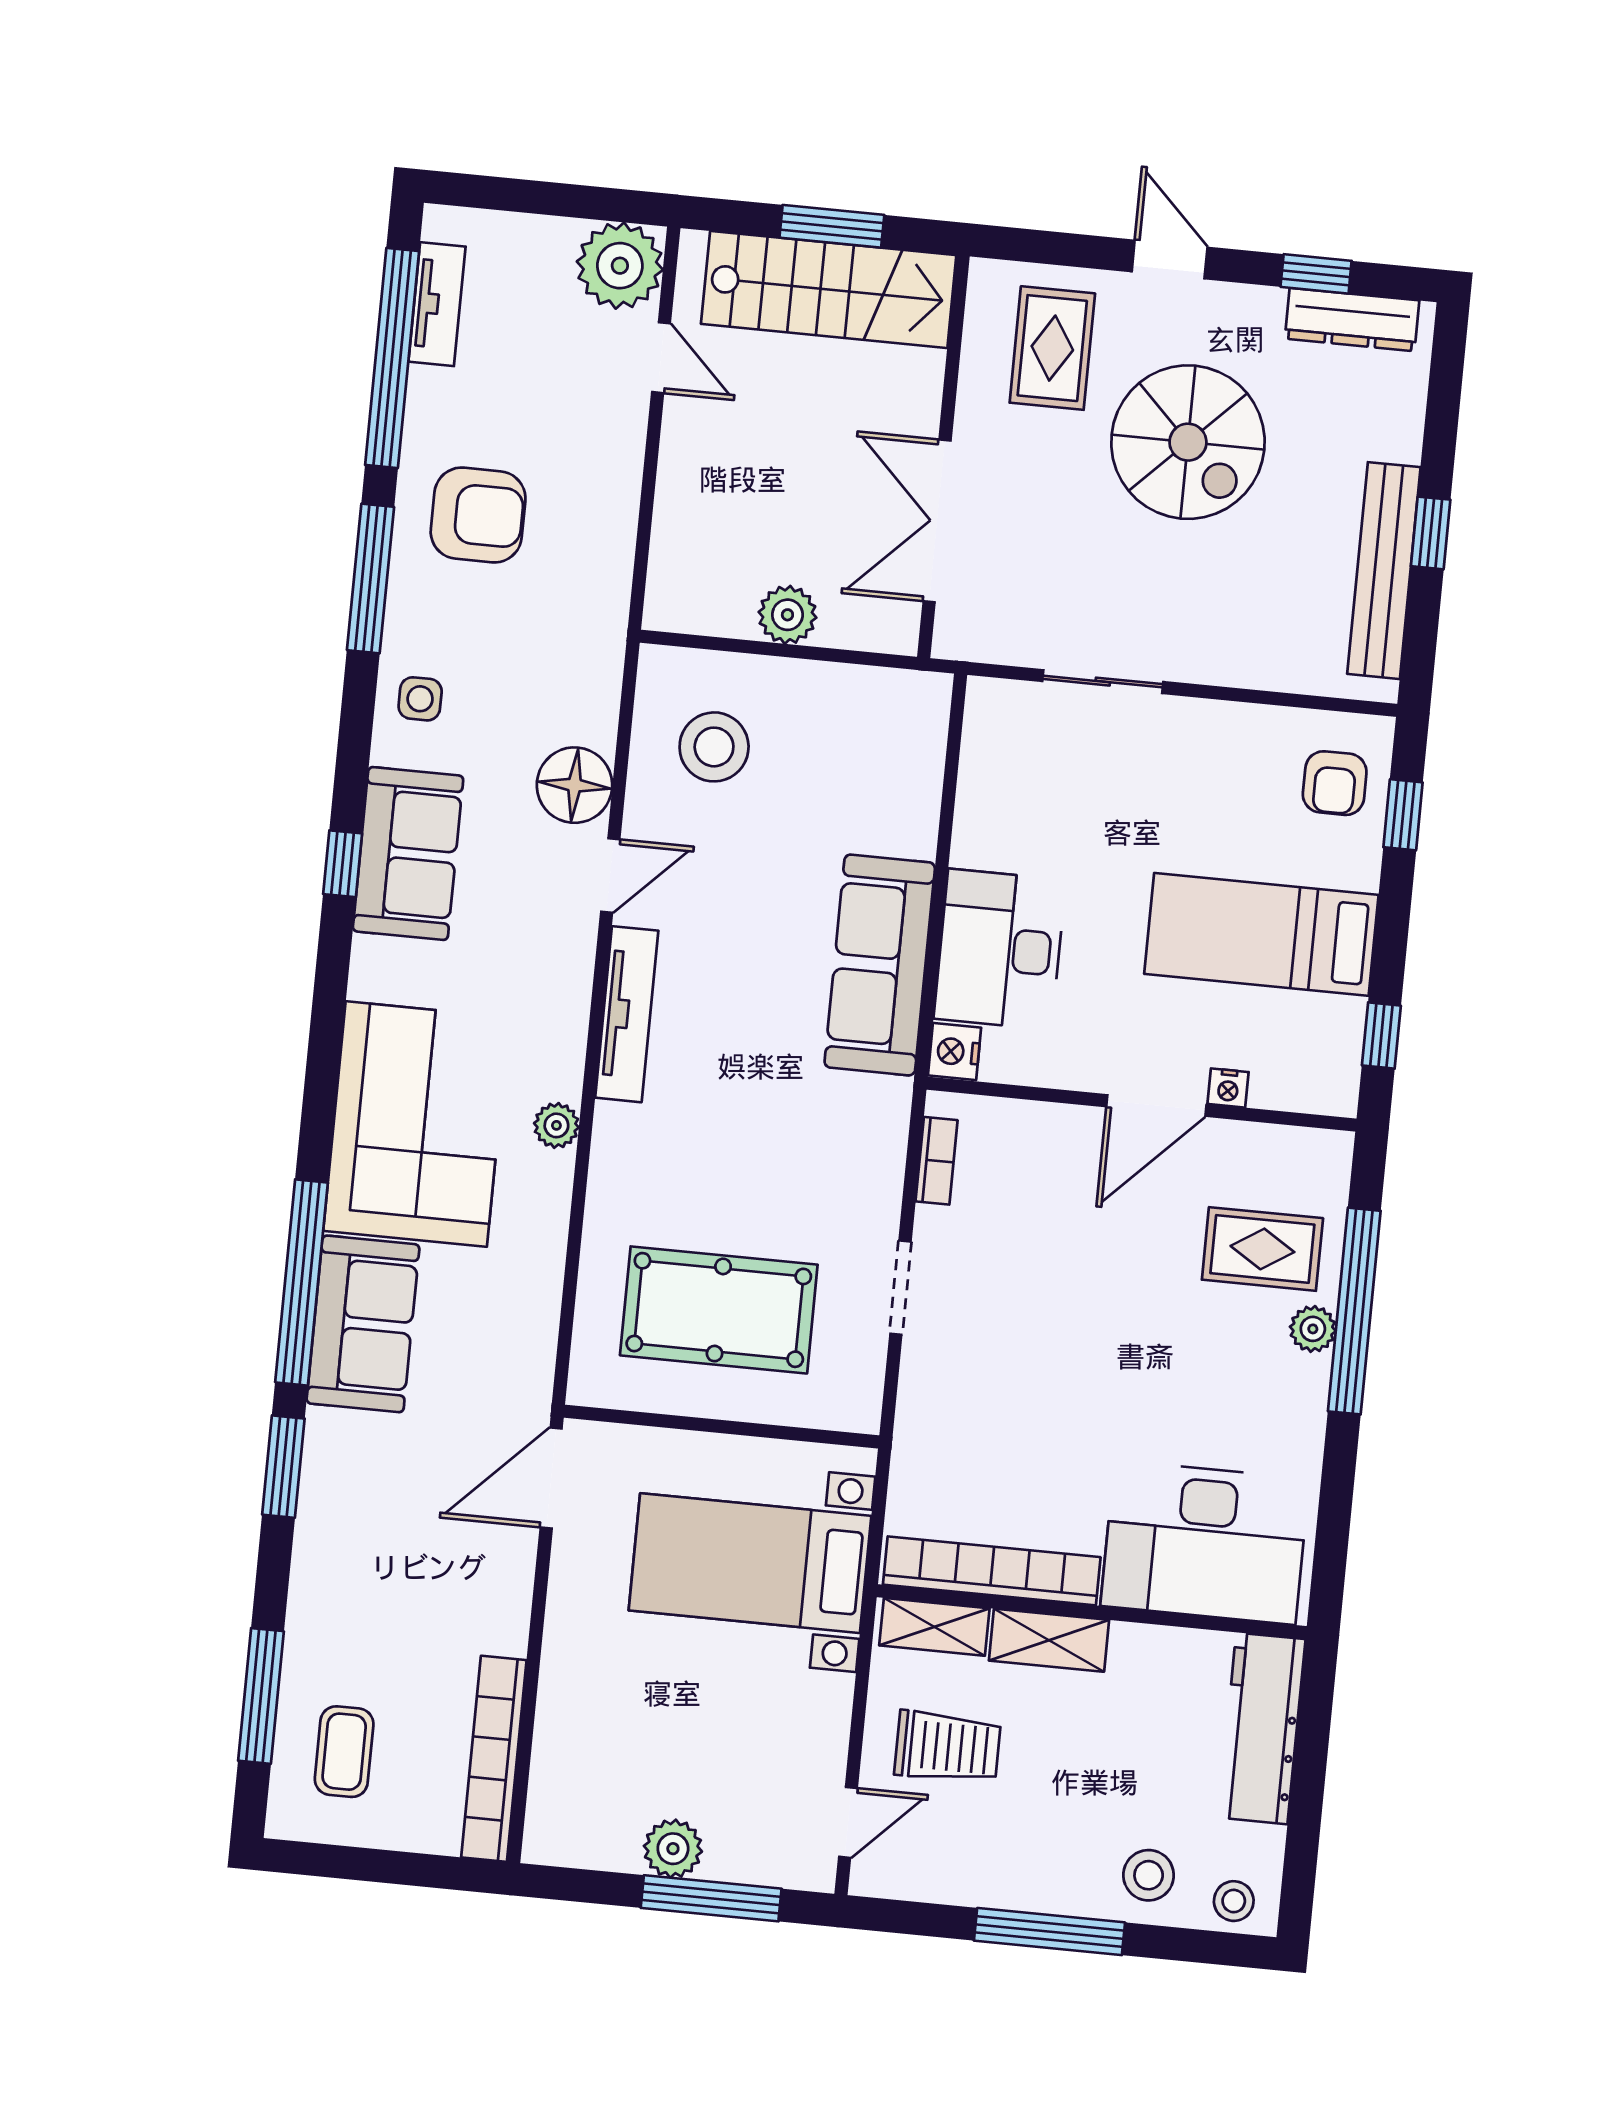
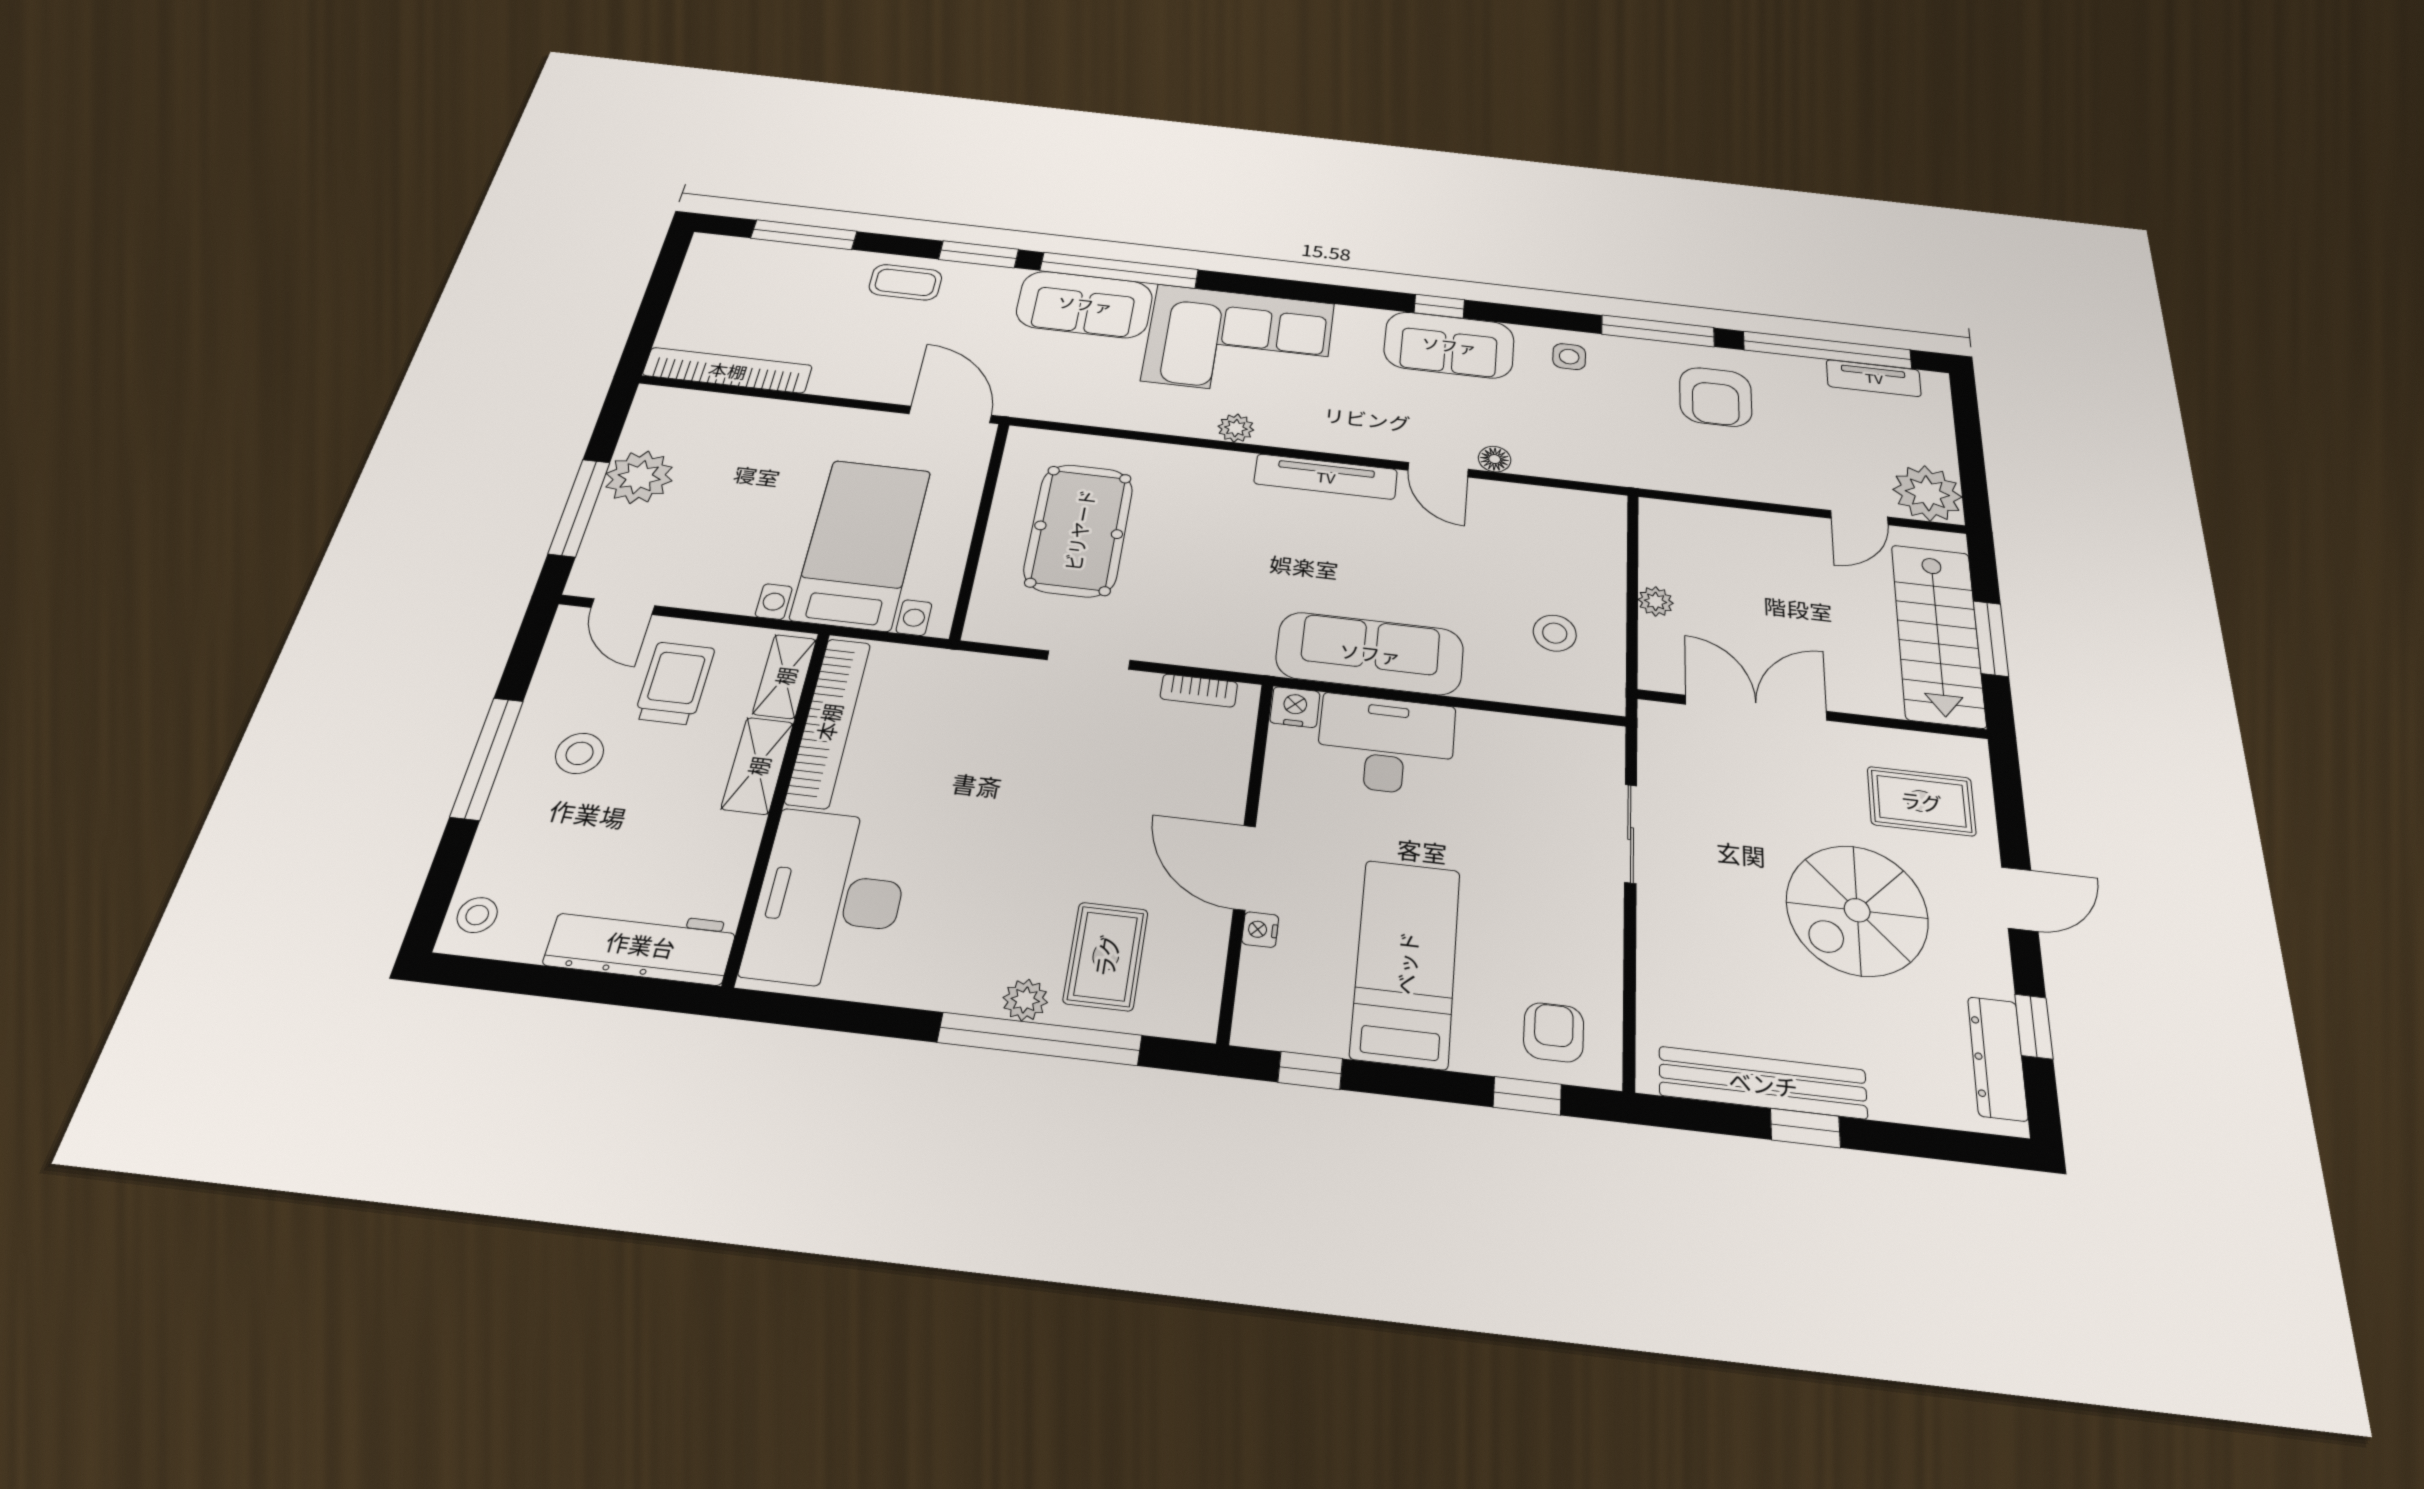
plant: (787, 615) -> (1656, 601), width x0.73, depth x0.73
stool: (714, 747) -> (1555, 633), moved, width x0.73, depth x0.73
armchair: (1335, 783) -> (1554, 1032), turned 90
floor lamp: (575, 785) -> (1495, 459), width x0.53, depth x0.53
trolley: (948, 1747) -> (675, 683), turned 180
coffee table: (344, 1752) -> (905, 282), moved
plant: (673, 1849) -> (639, 477), width x1.36, depth x1.36
stool: (1149, 1875) -> (580, 753), moved

